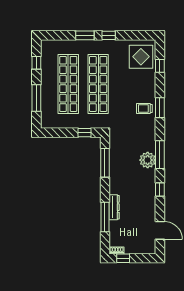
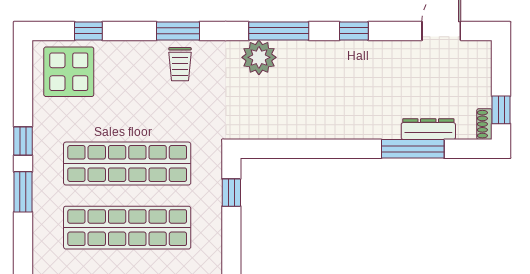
plant: (148, 160) -> (259, 57), moved
window: (105, 163) -> (296, 149), removed
dresser: (114, 207) -> (428, 129), moved

